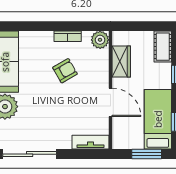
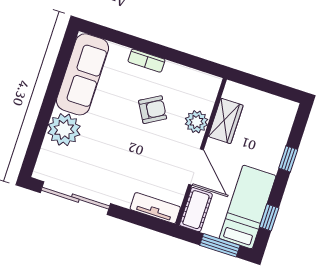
bookcase: (68, 36) -> (146, 61), moved
plant: (100, 40) -> (196, 122), moved
cot: (163, 47) -> (196, 210), moved

